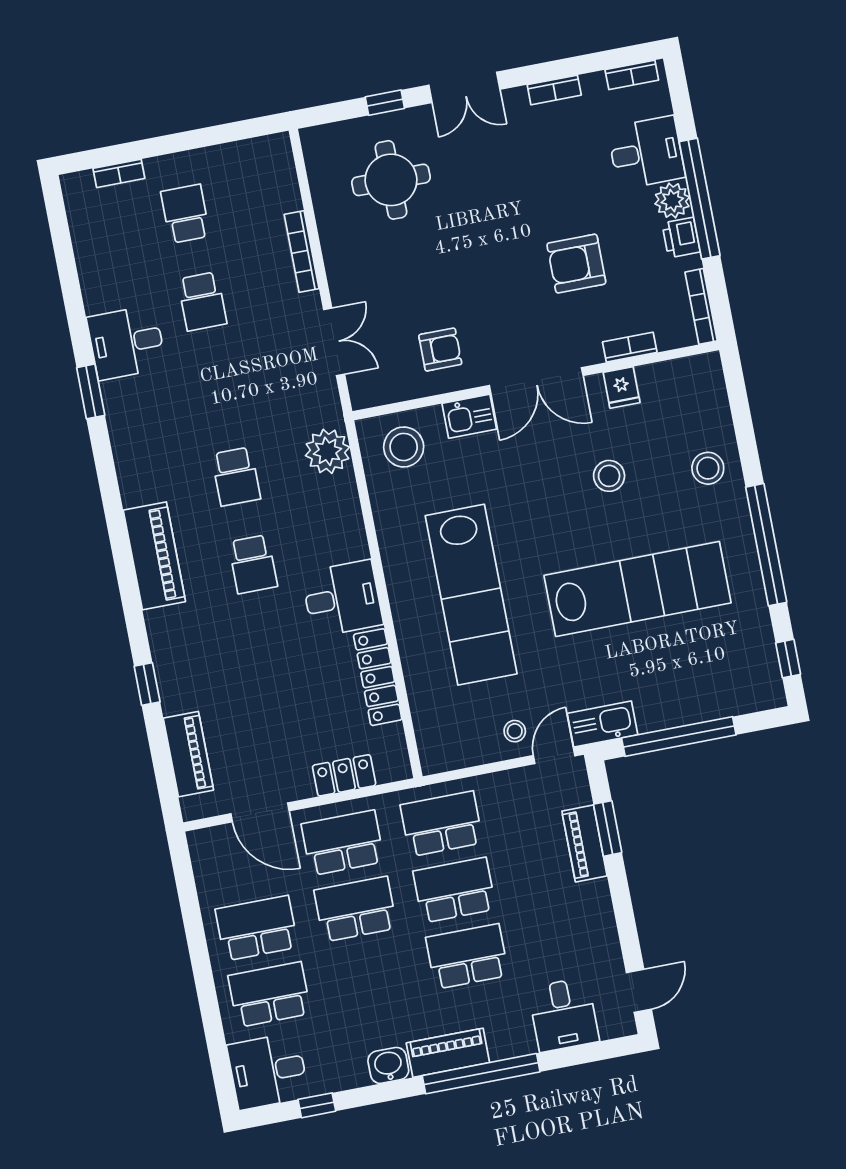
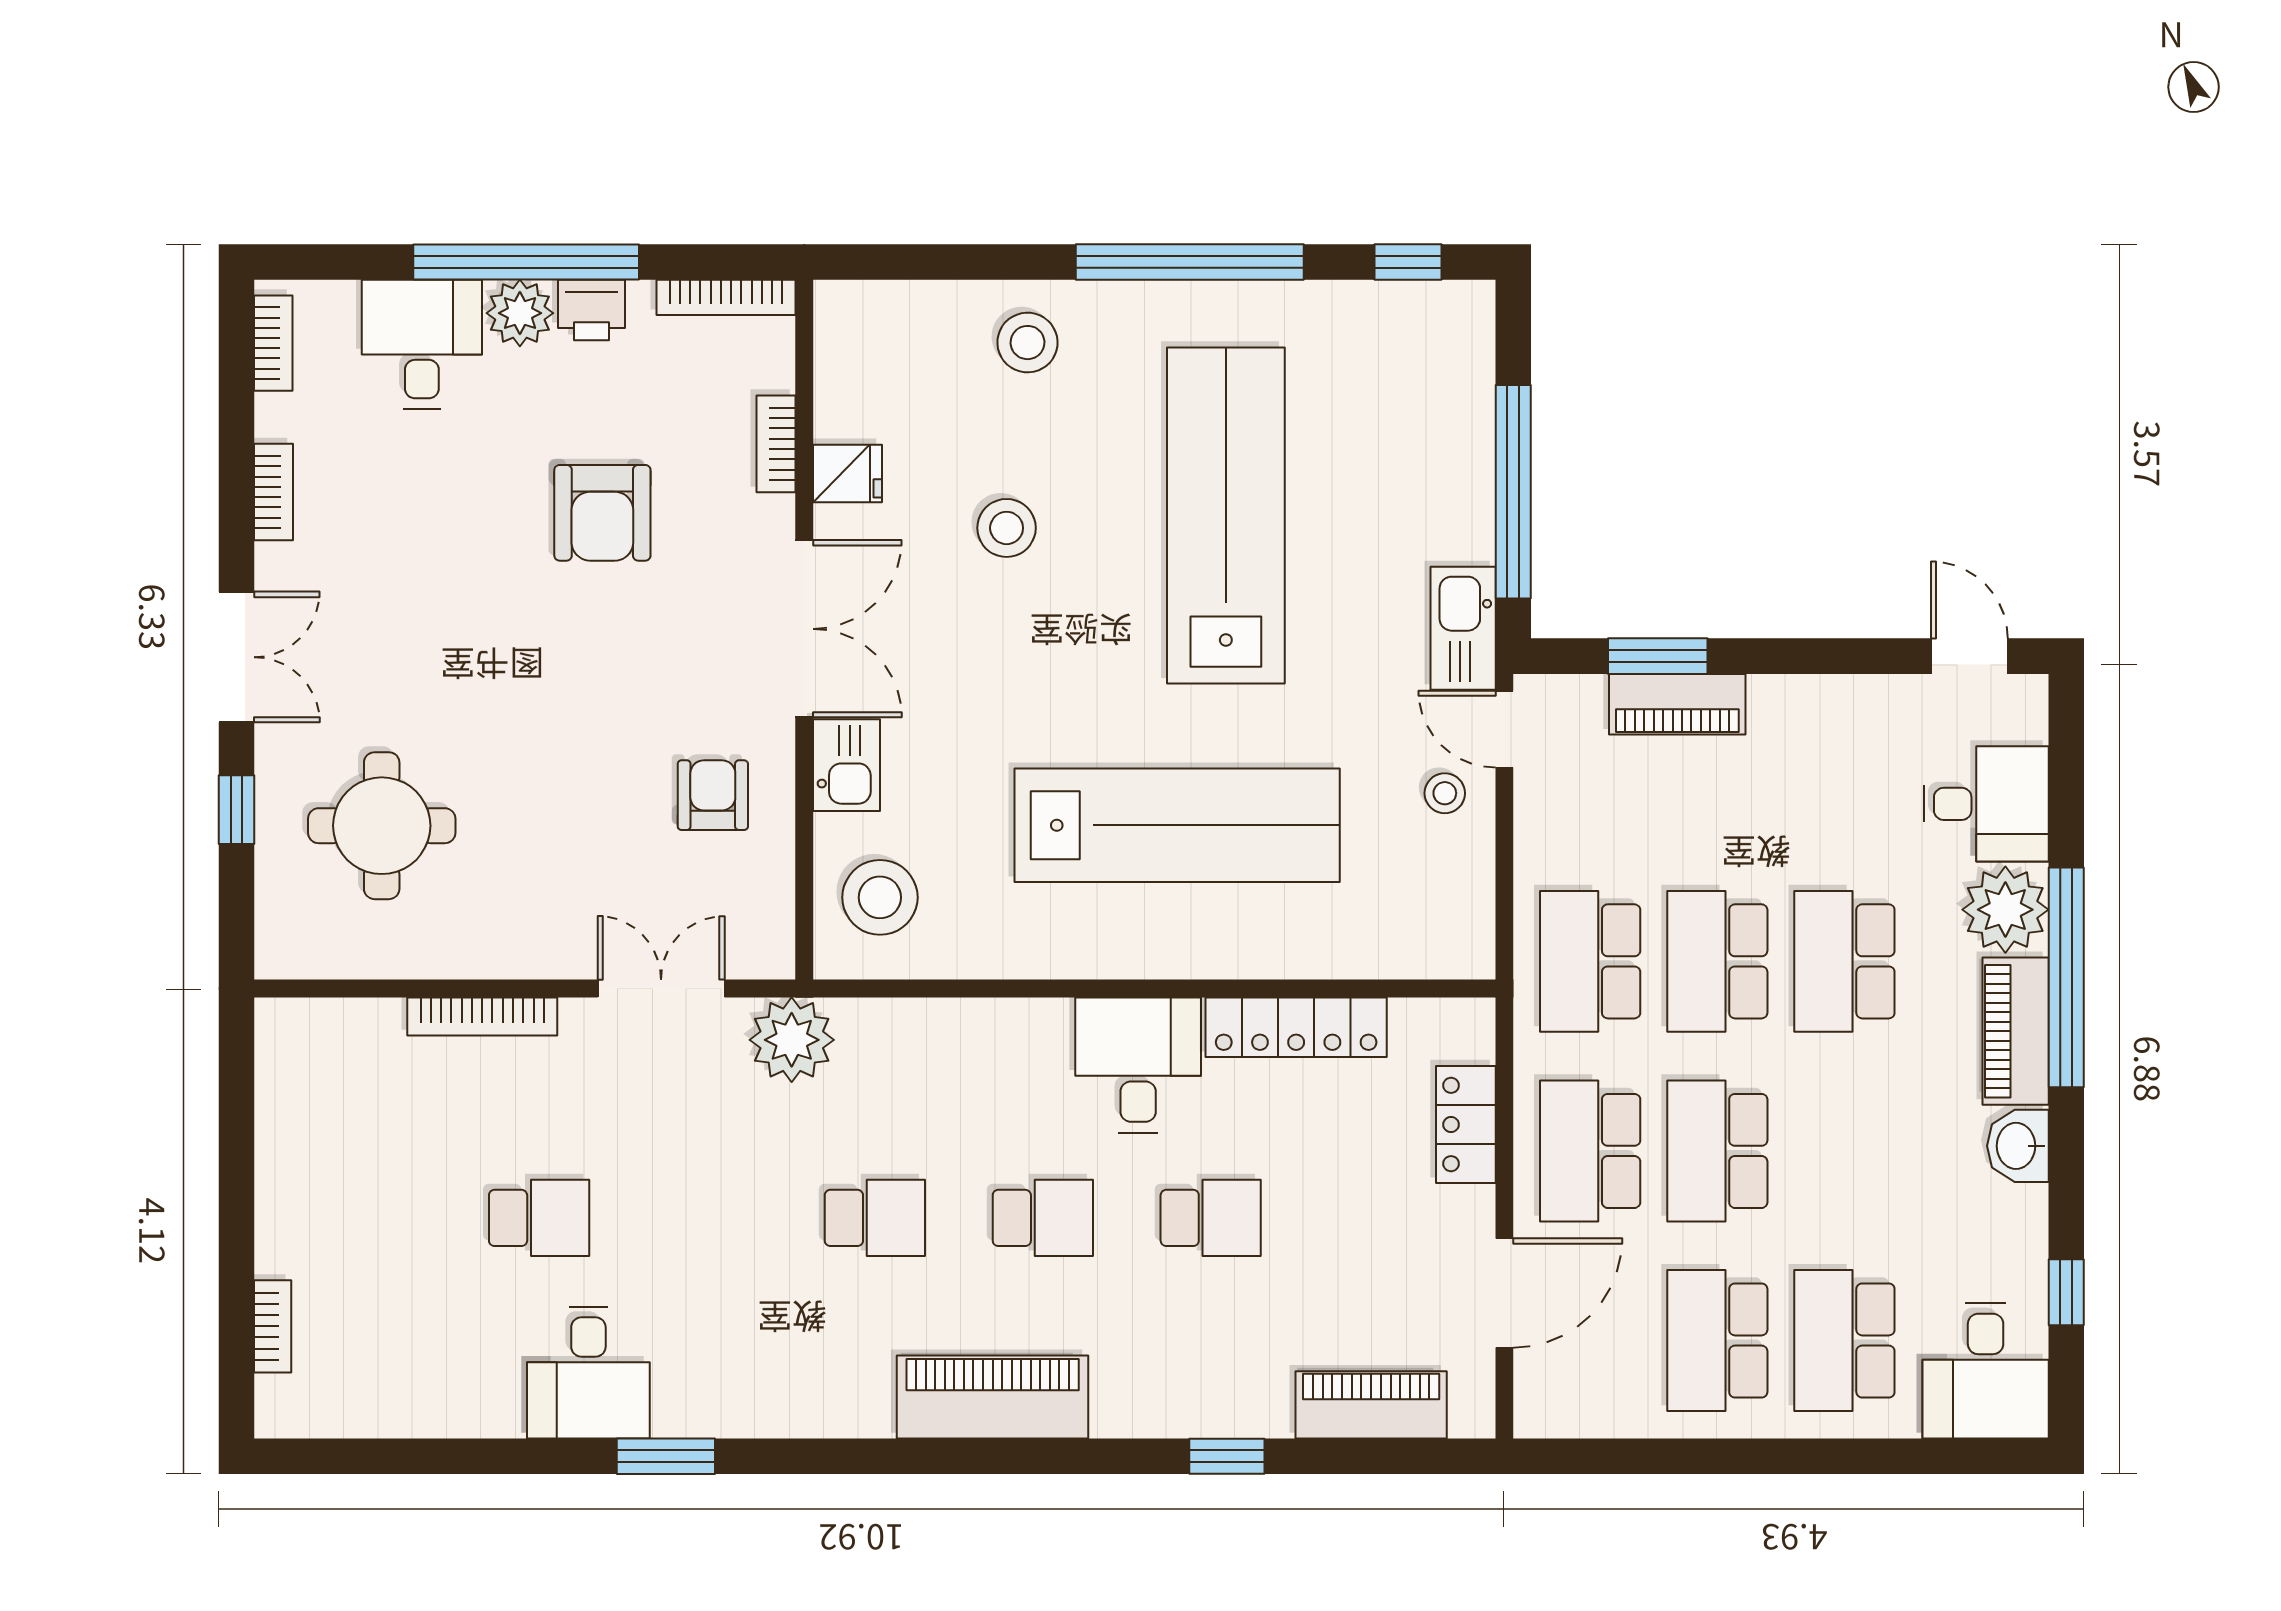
school desk: (185, 214) -> (1211, 1218), moved, turned 180
plant: (327, 451) -> (792, 1040), moved
plant: (510, 1035) -> (2005, 910), added

